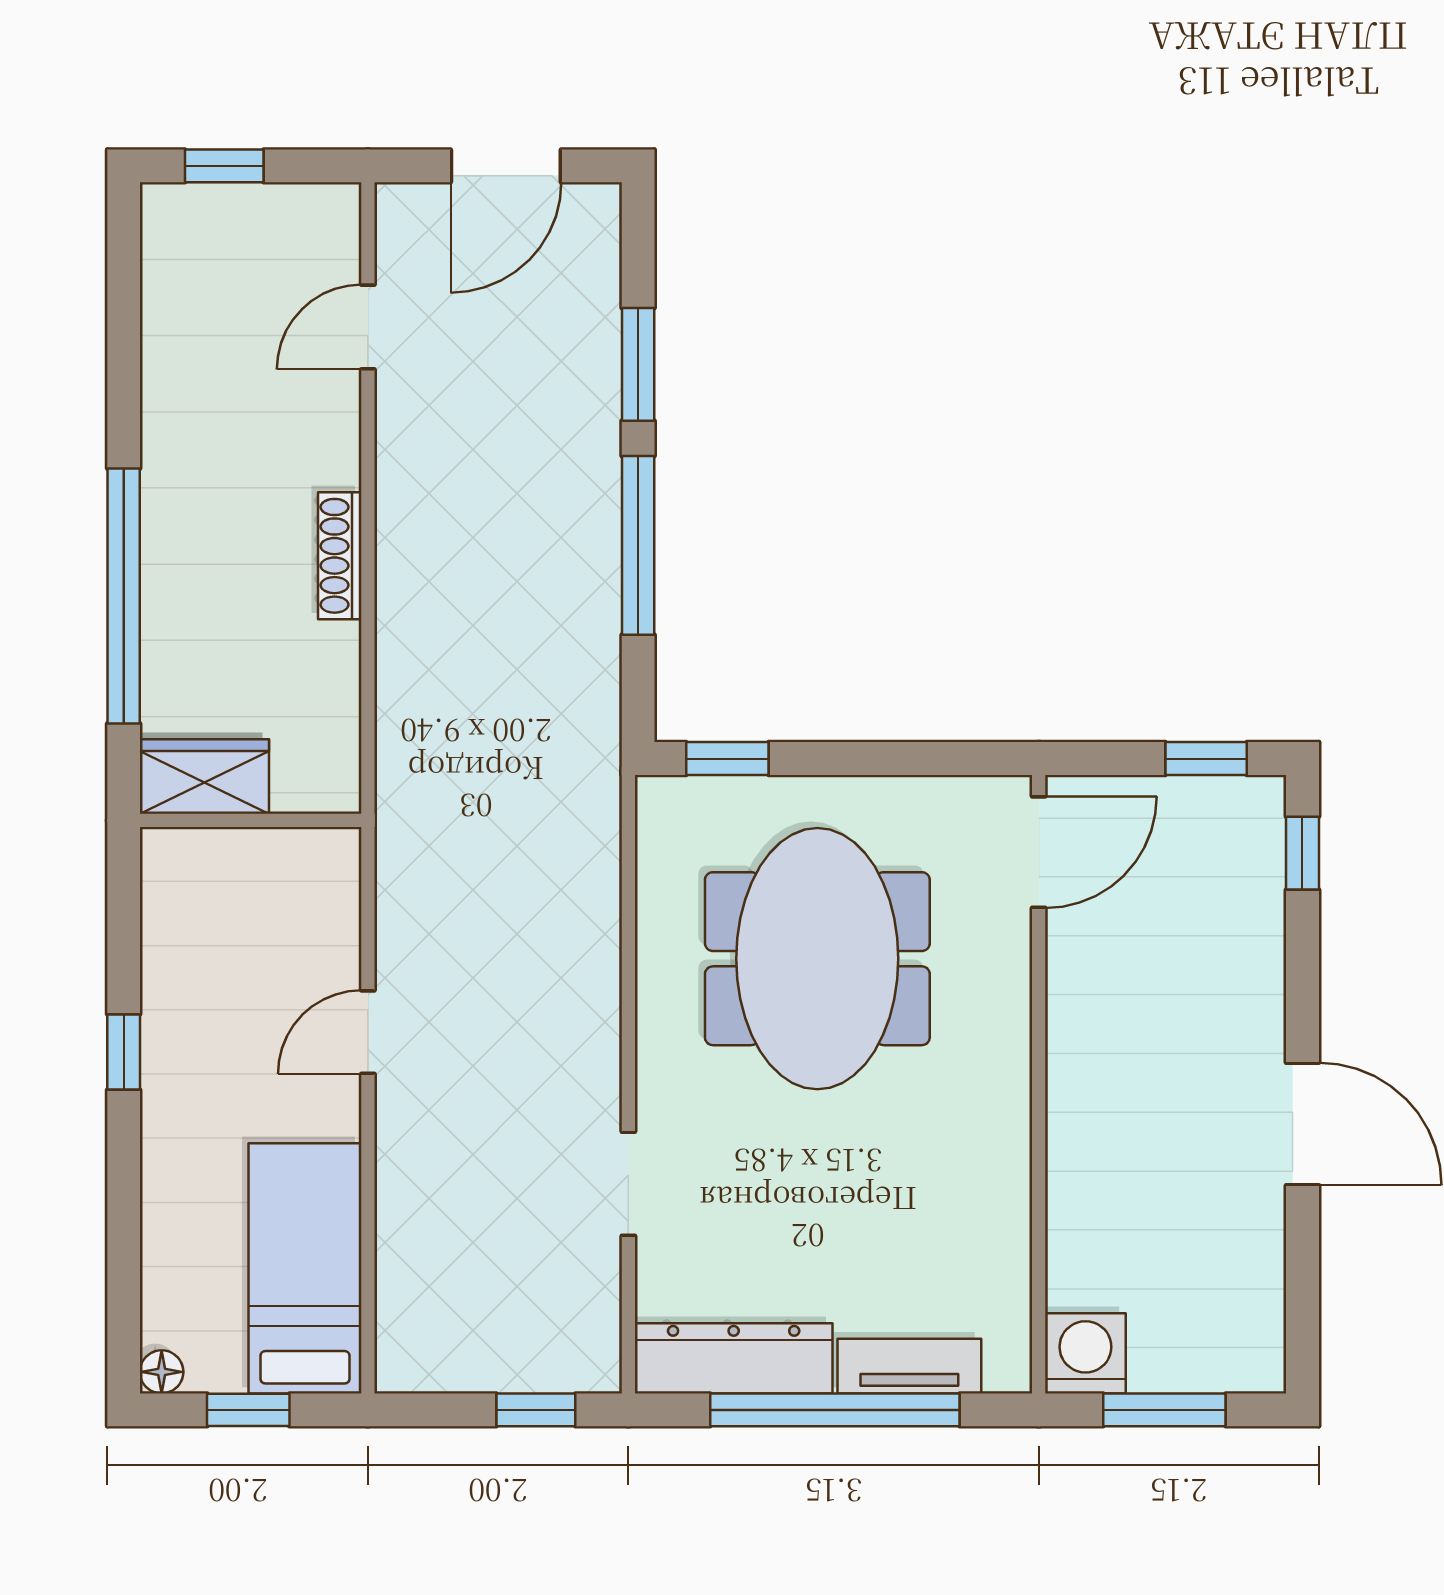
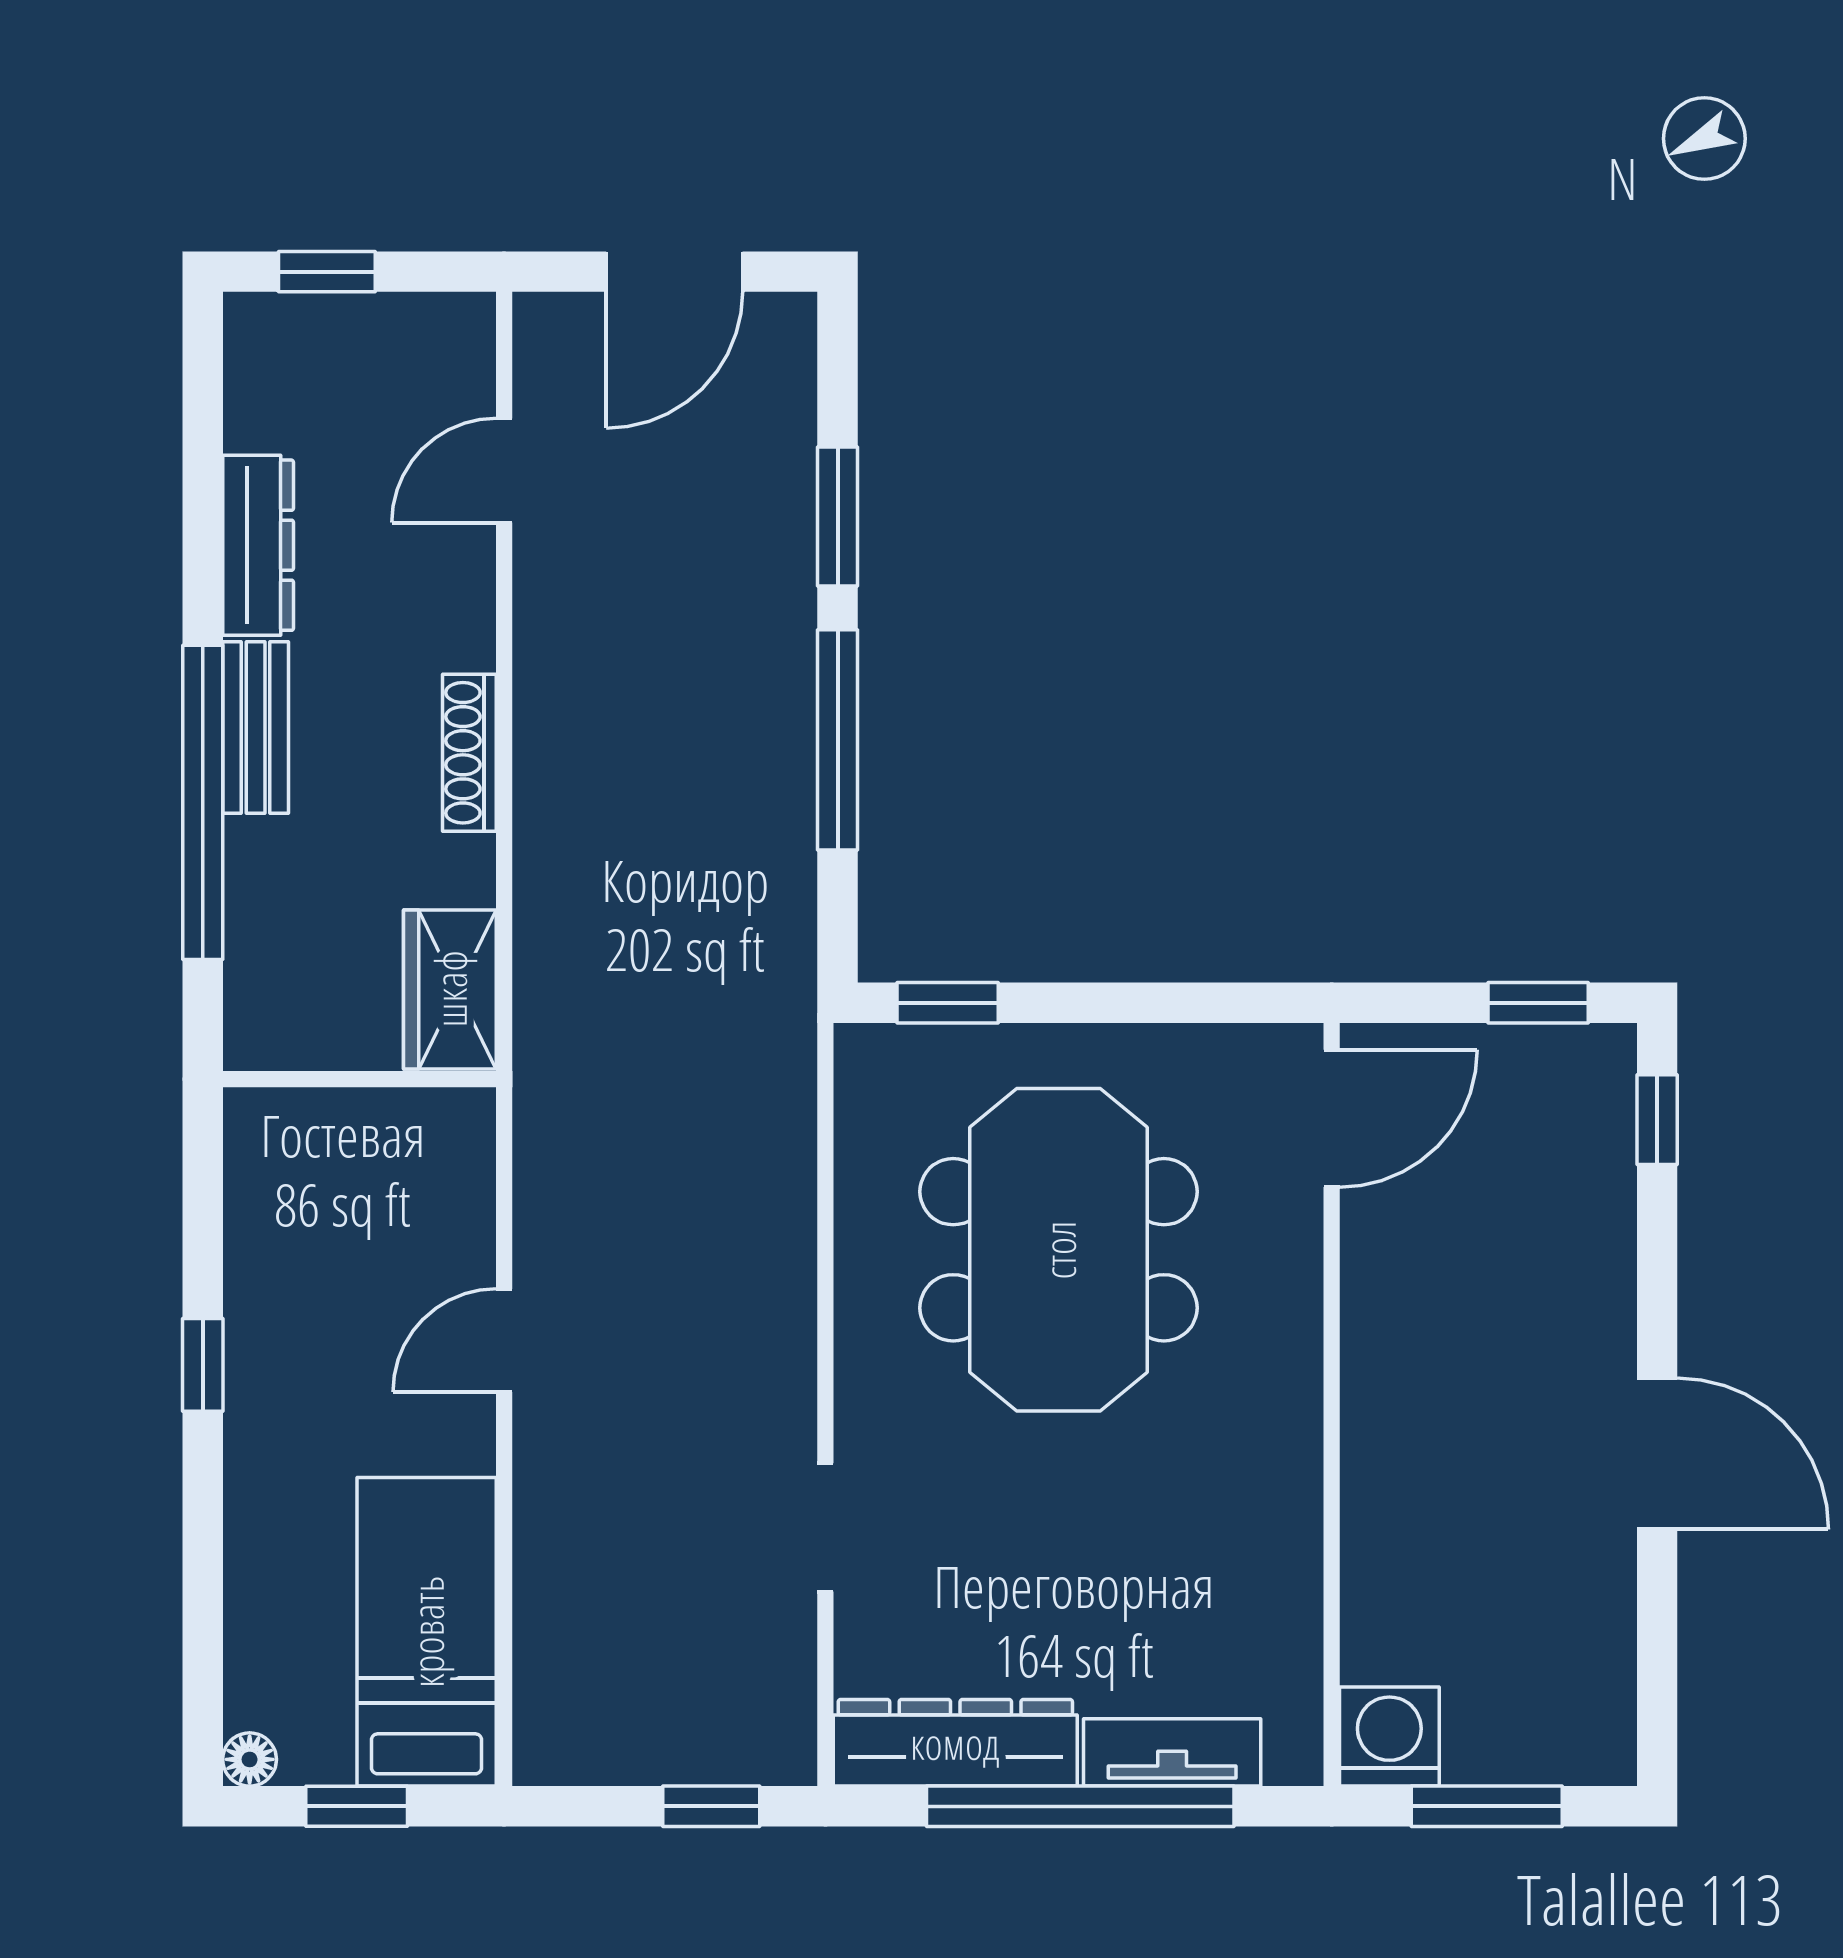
dresser: (168, 388) -> (258, 545), added
bench: (166, 535) -> (256, 728), added
wardrobe: (204, 776) -> (450, 989), moved, turned -90

